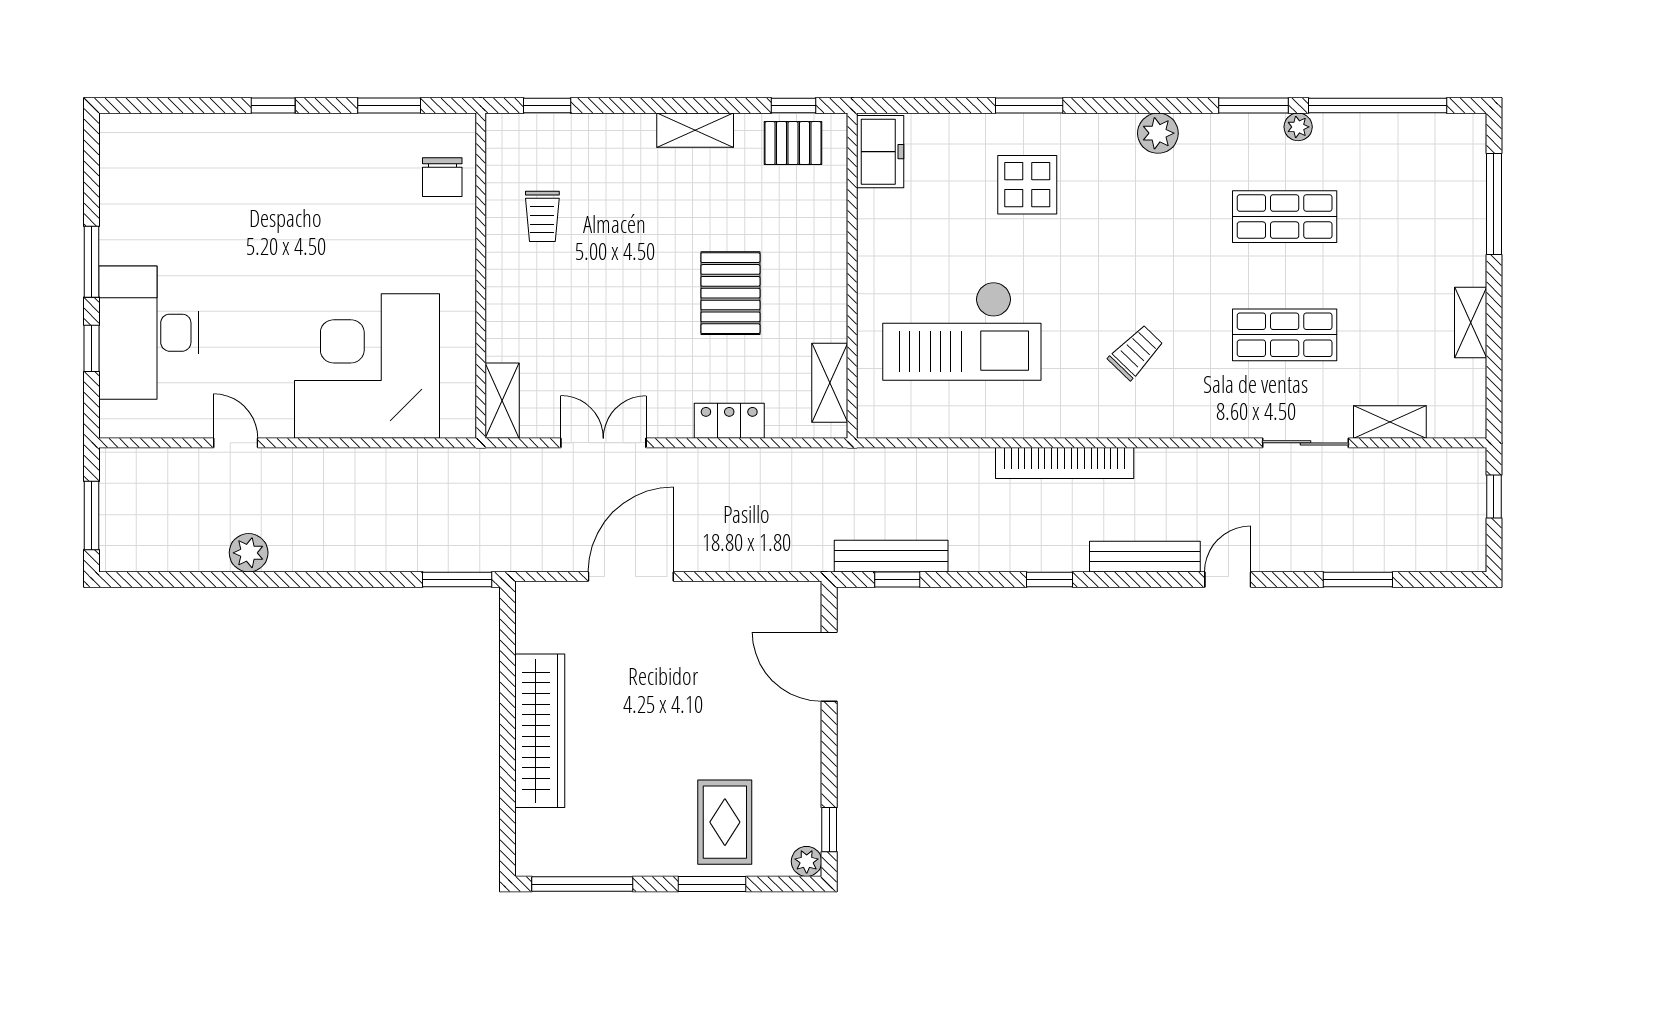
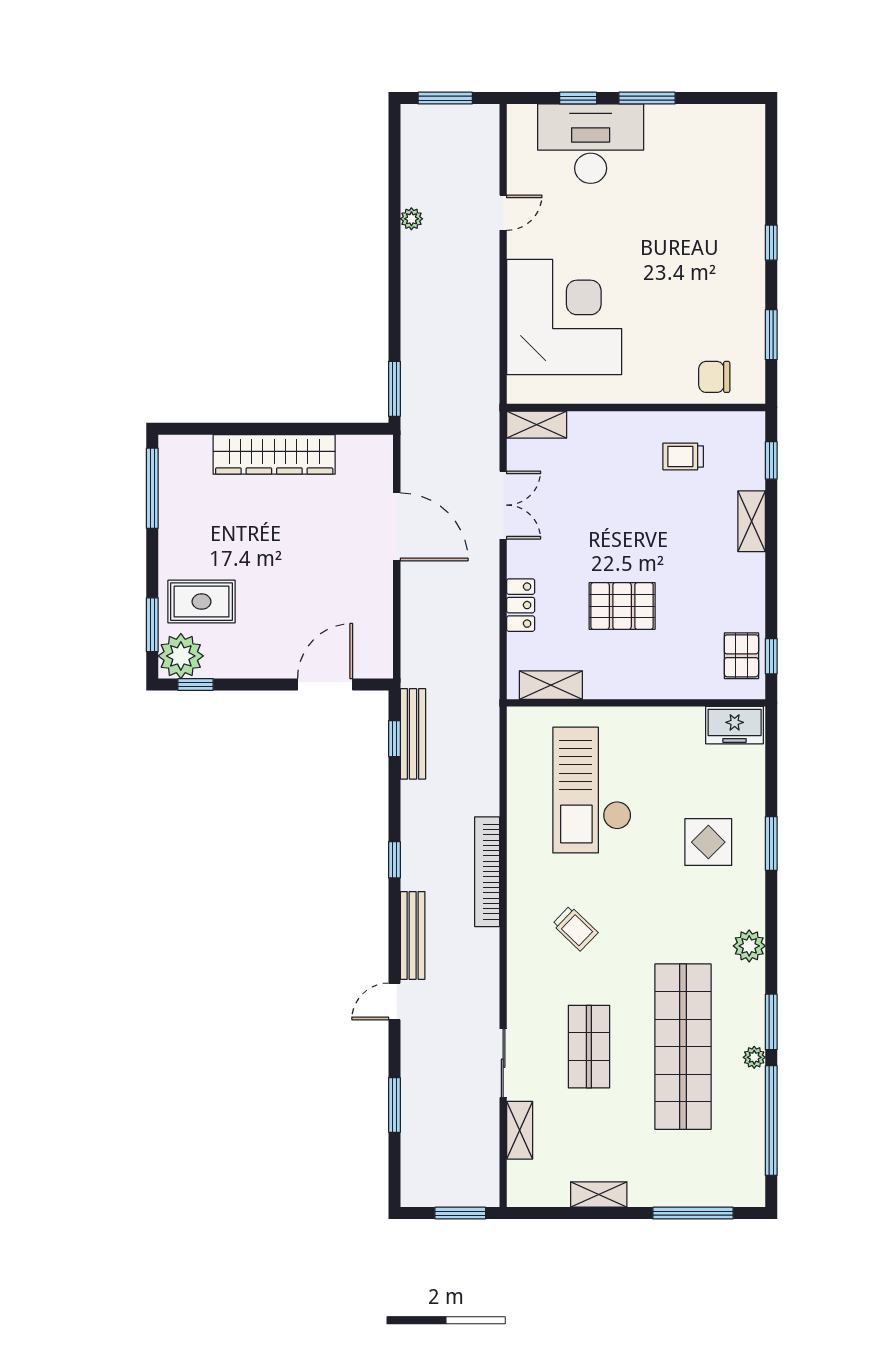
shelving: (695, 130) -> (752, 521), moved
shop shelf: (1285, 217) -> (683, 1047), width x2.00, depth x1.36
window: (1494, 497) -> (460, 1213), width x1.50
plant: (249, 553) -> (411, 219), width x0.73, depth x0.73
door: (1228, 579) -> (394, 1001), swing flipped
plant: (807, 861) -> (181, 656), width x1.87, depth x1.87
window: (712, 884) -> (152, 625), moved

